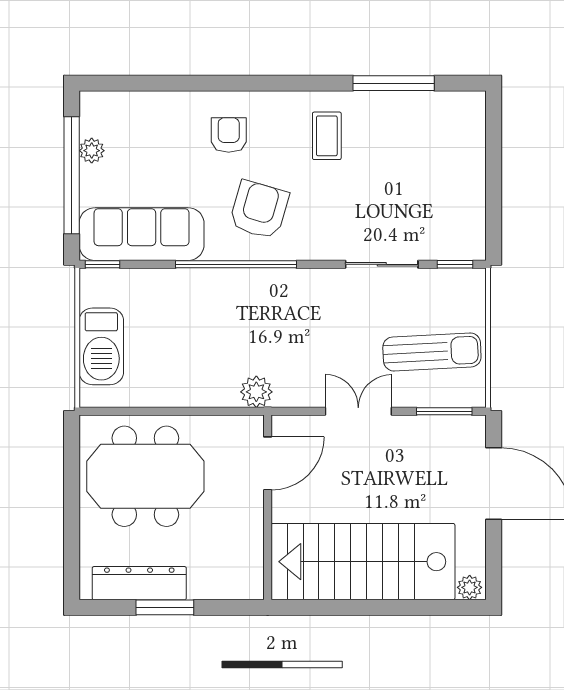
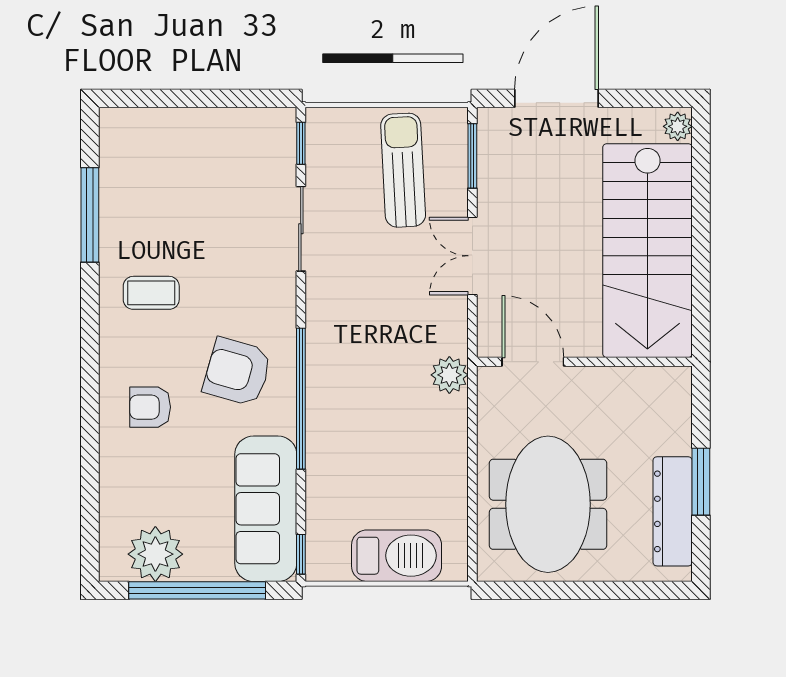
plant: (92, 151) -> (155, 554), width x1.88, depth x1.88

